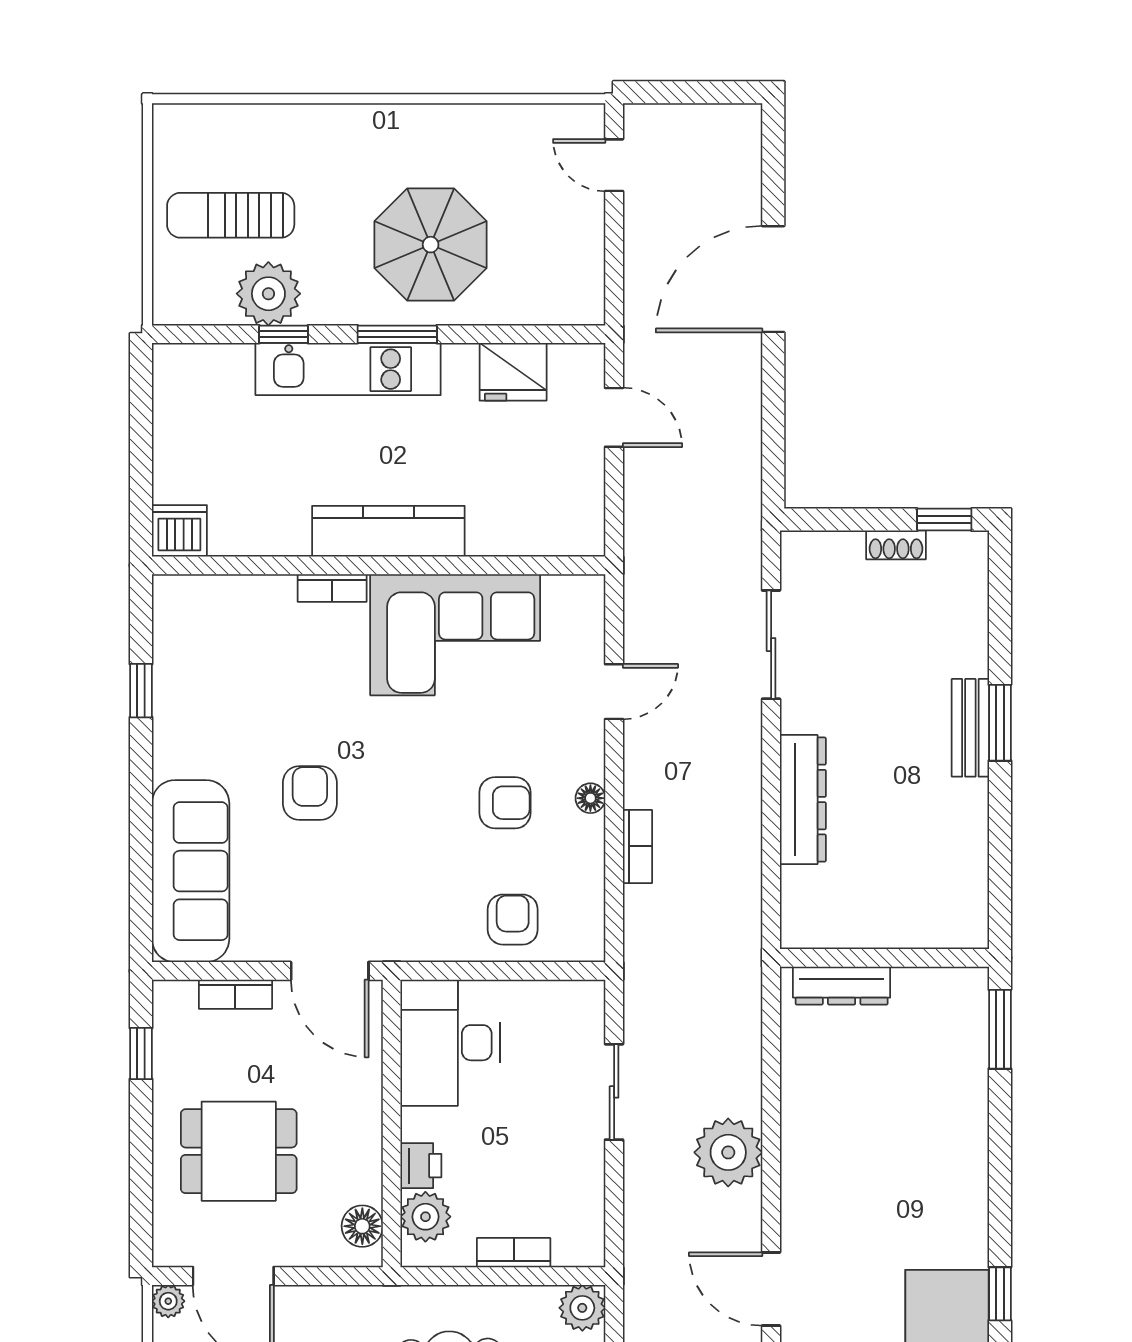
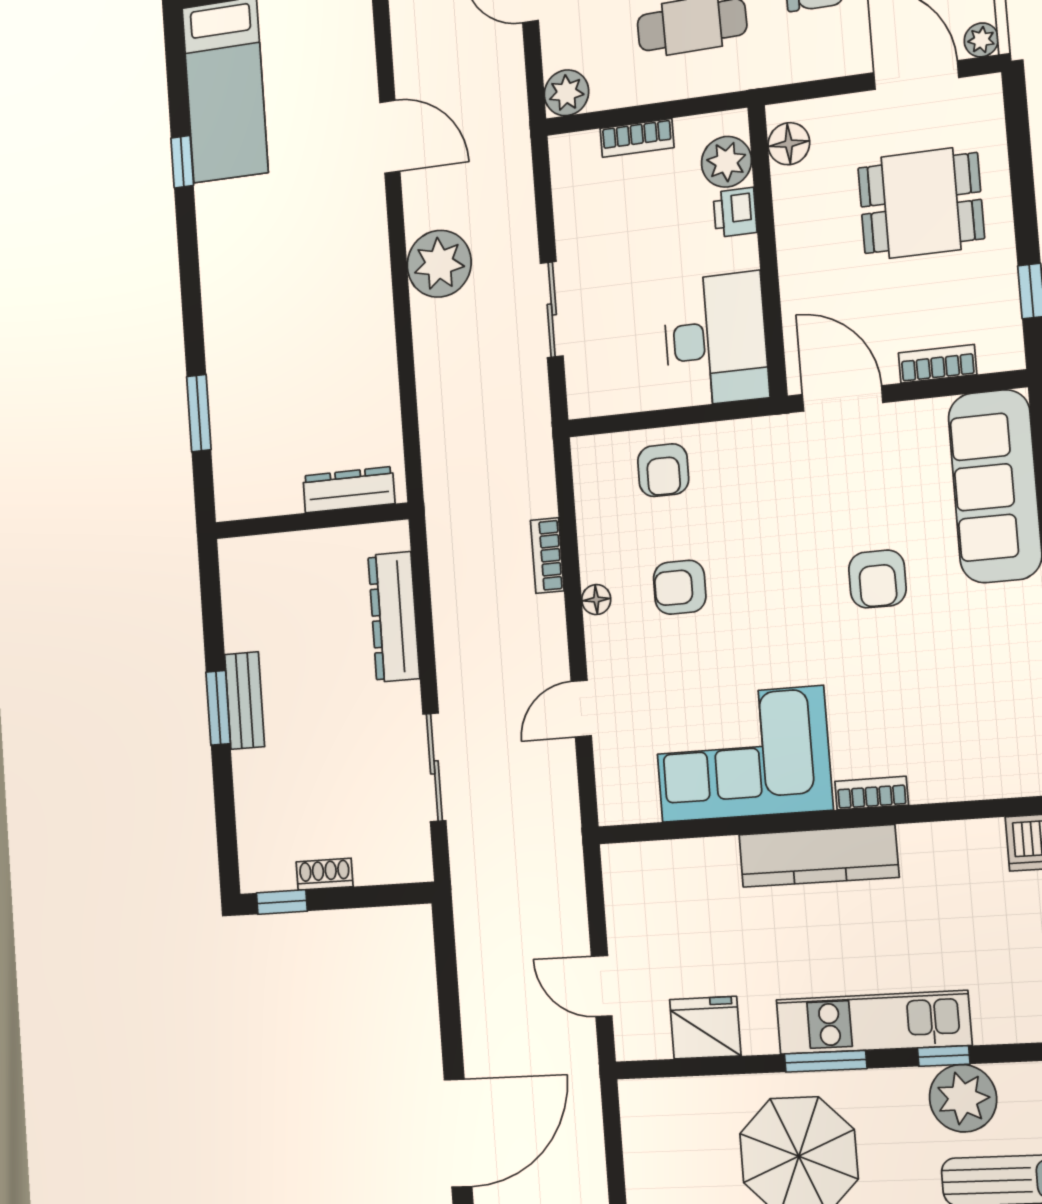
wall: (884, 958) -> (311, 521), moved
dresser: (842, 986) -> (349, 490), moved

